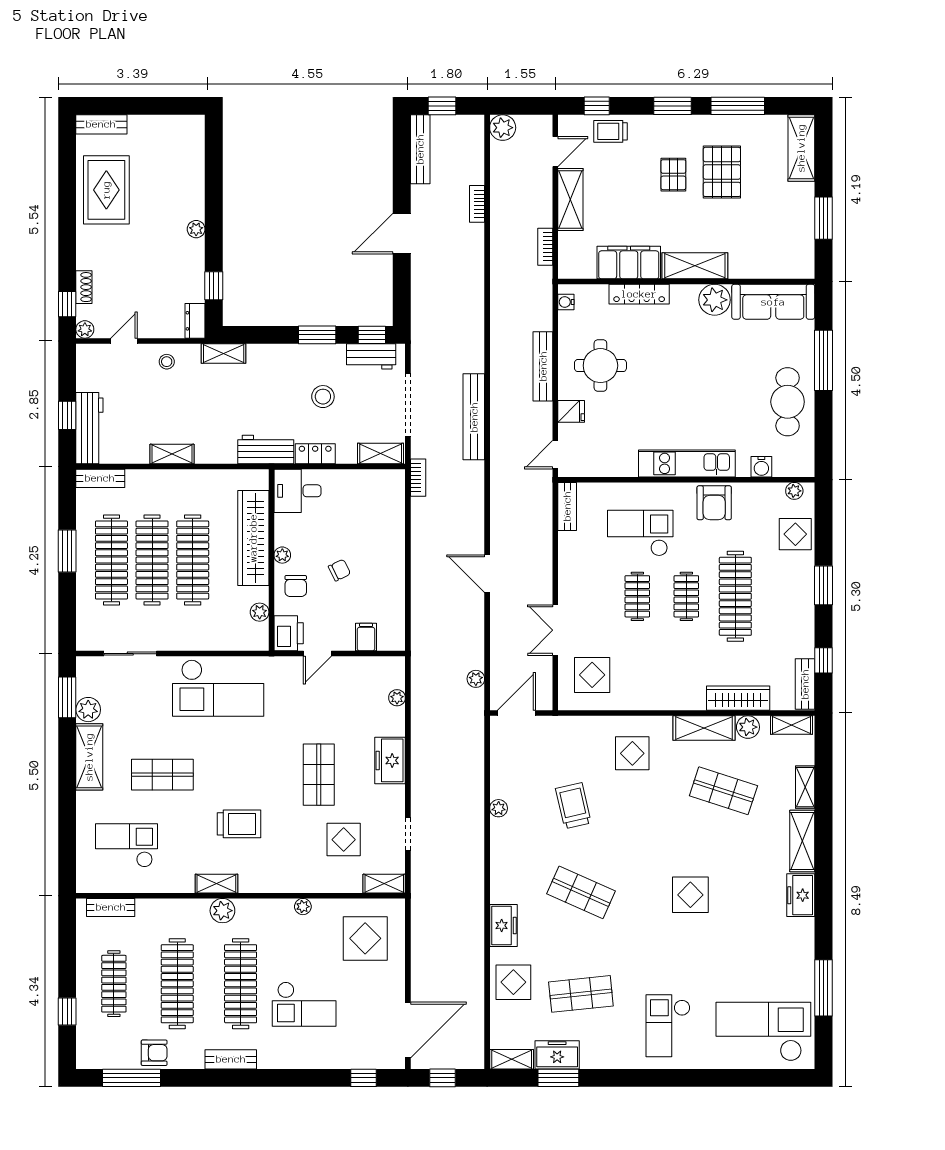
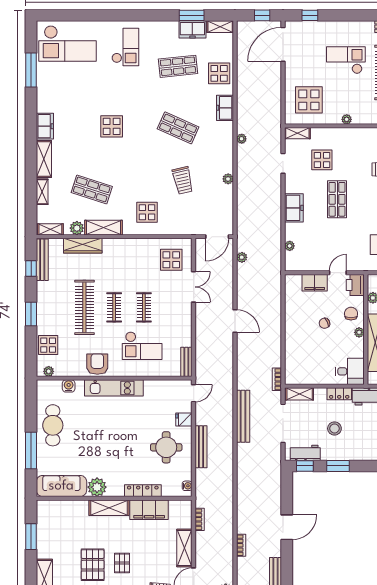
filing cabinet: (366, 637) -> (315, 283), width x2.00
bench: (805, 684) -> (42, 260), width x1.36
plant: (476, 874) -> (242, 139), added

